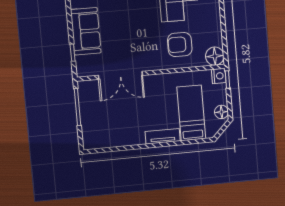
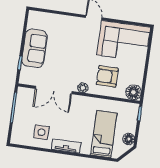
plant: (154, 65) -> (83, 88), added
nightstand: (219, 76) -> (133, 109), removed
side table: (118, 128) -> (41, 132), added
tv unit: (163, 136) -> (66, 146), moved

